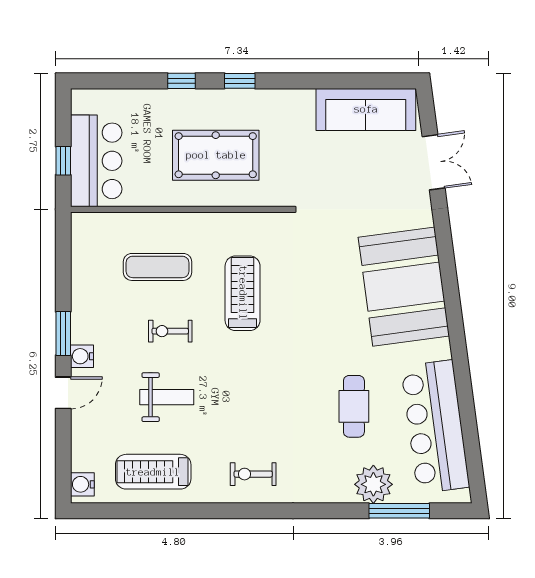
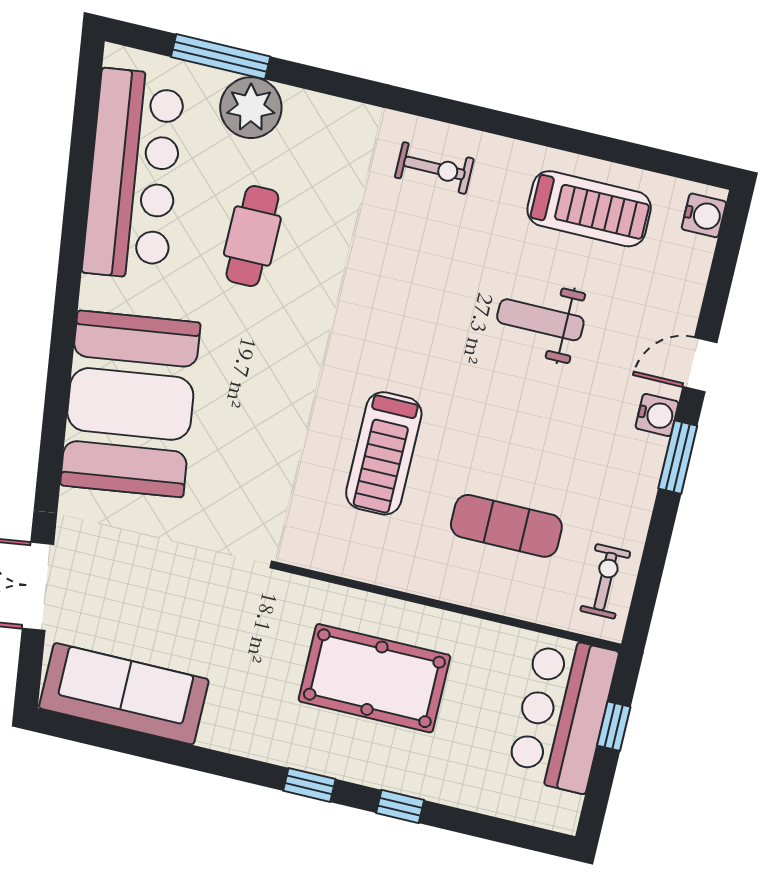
exercise bike: (170, 331) -> (605, 581), moved, turned -90

